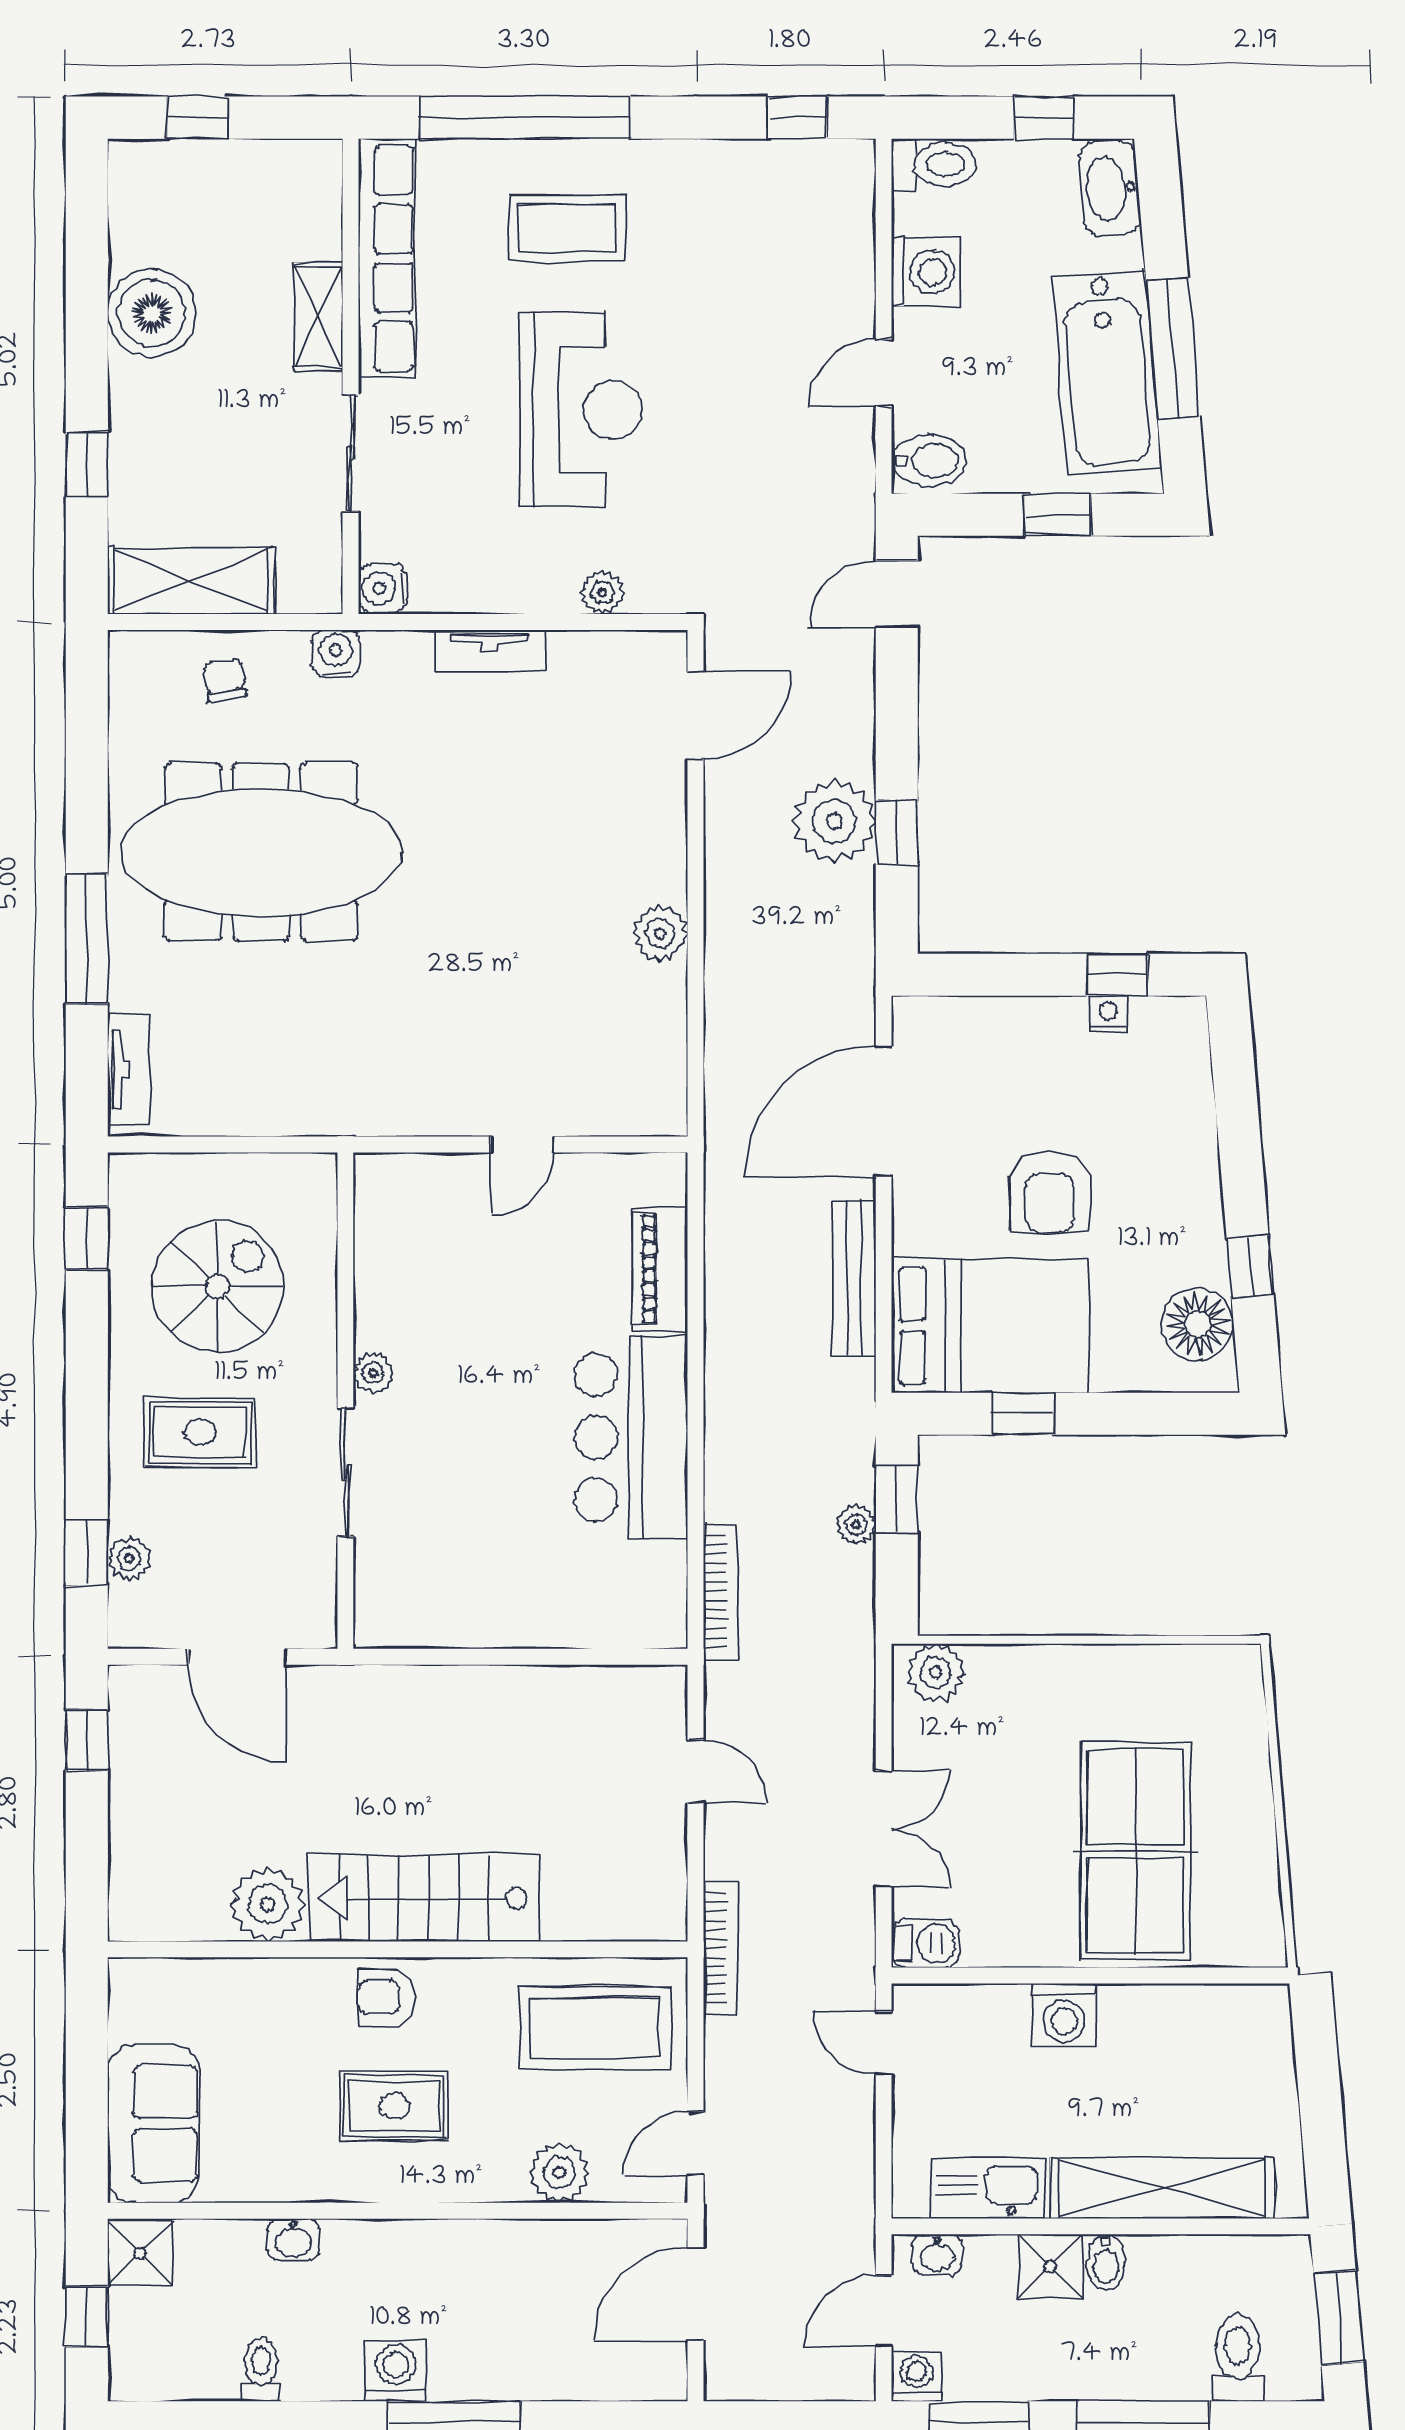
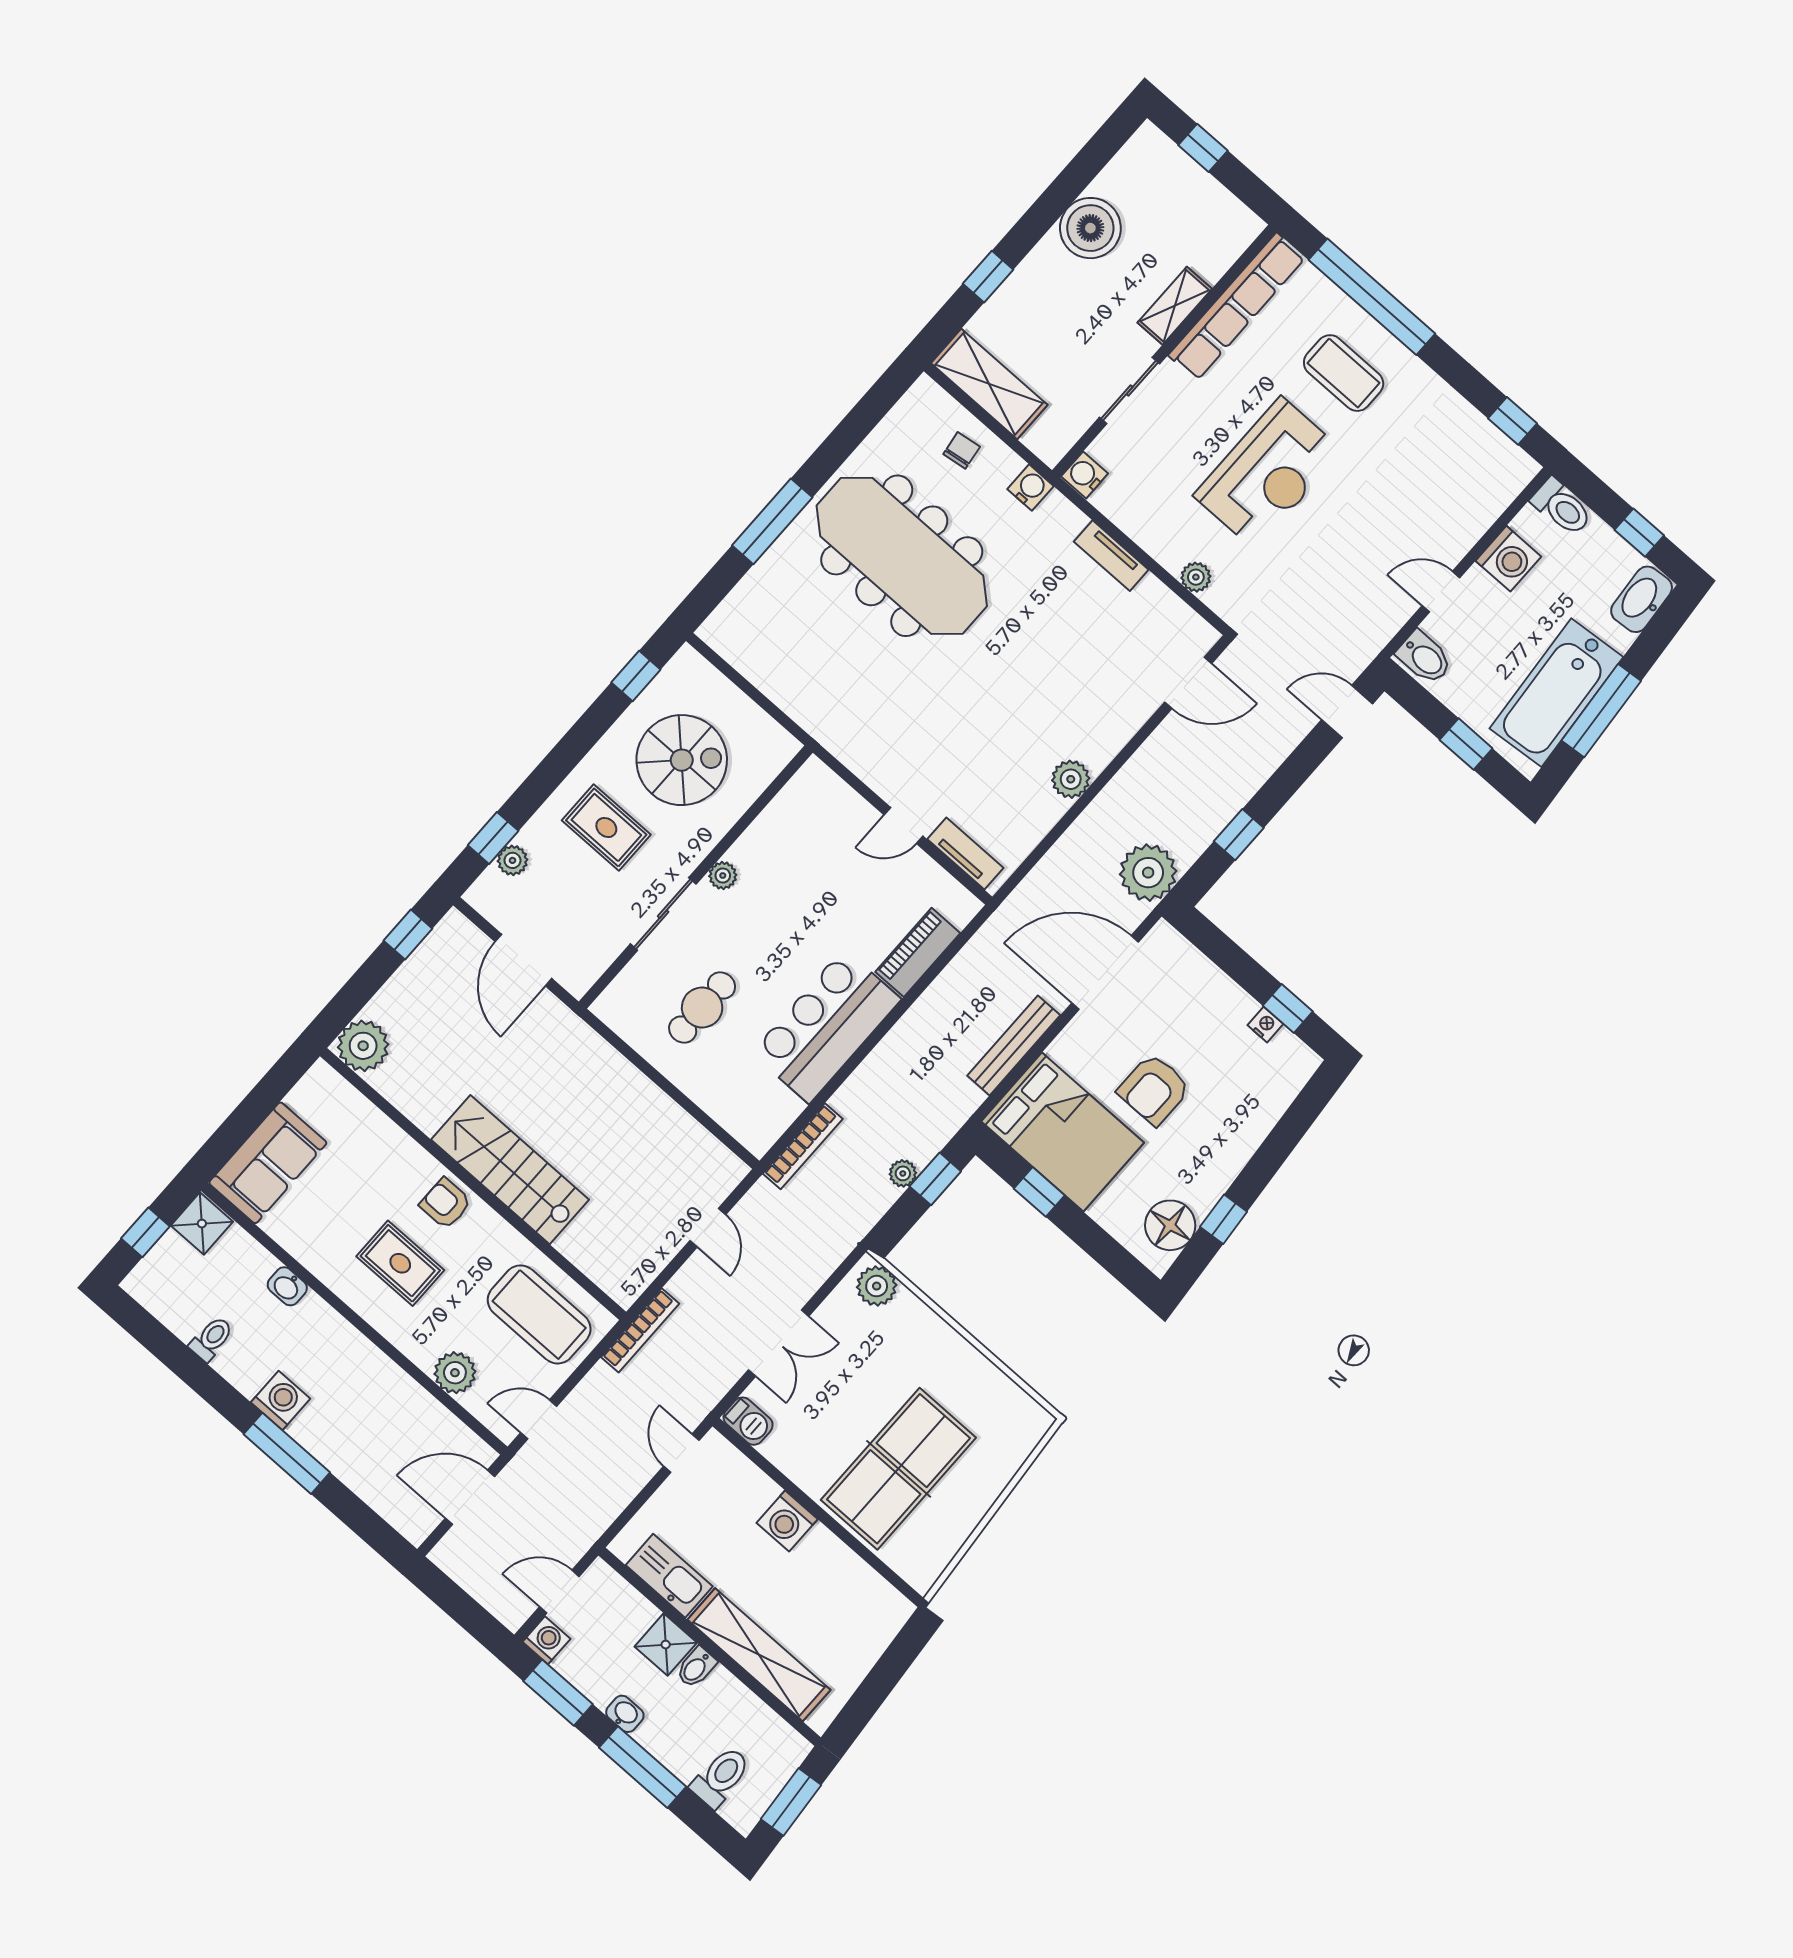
plant: (834, 821) -> (1148, 873), moved
tv unit: (129, 1069) -> (965, 853), moved, turned -90
cafe table: (478, 1537) -> (702, 1008), added
plant: (268, 1904) -> (363, 1046), moved
washbasin: (937, 2254) -> (625, 1714), moved, turned 180

